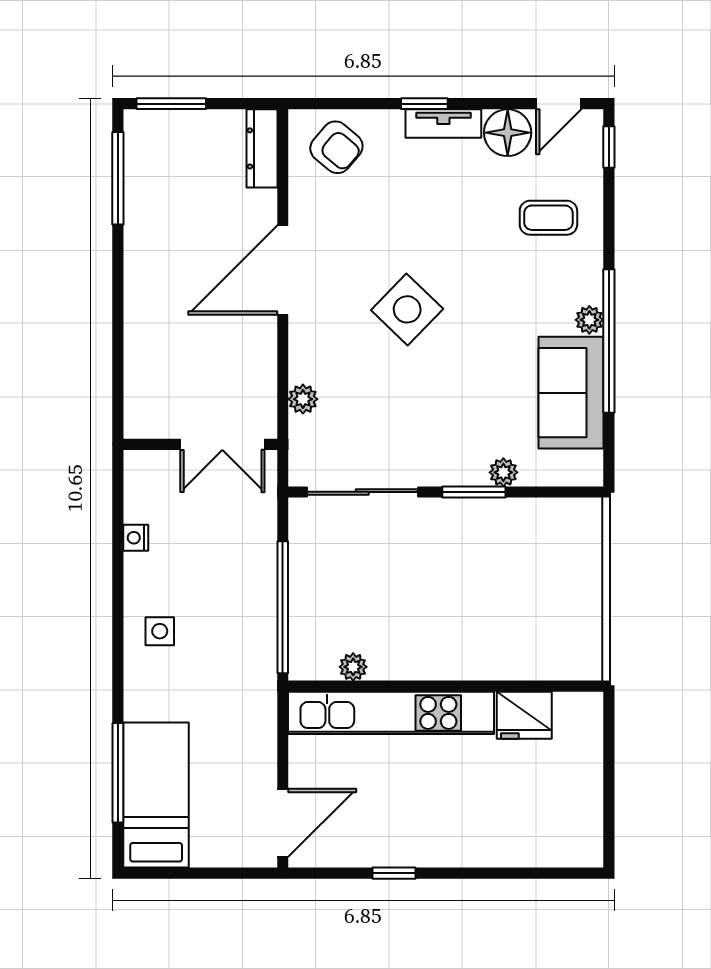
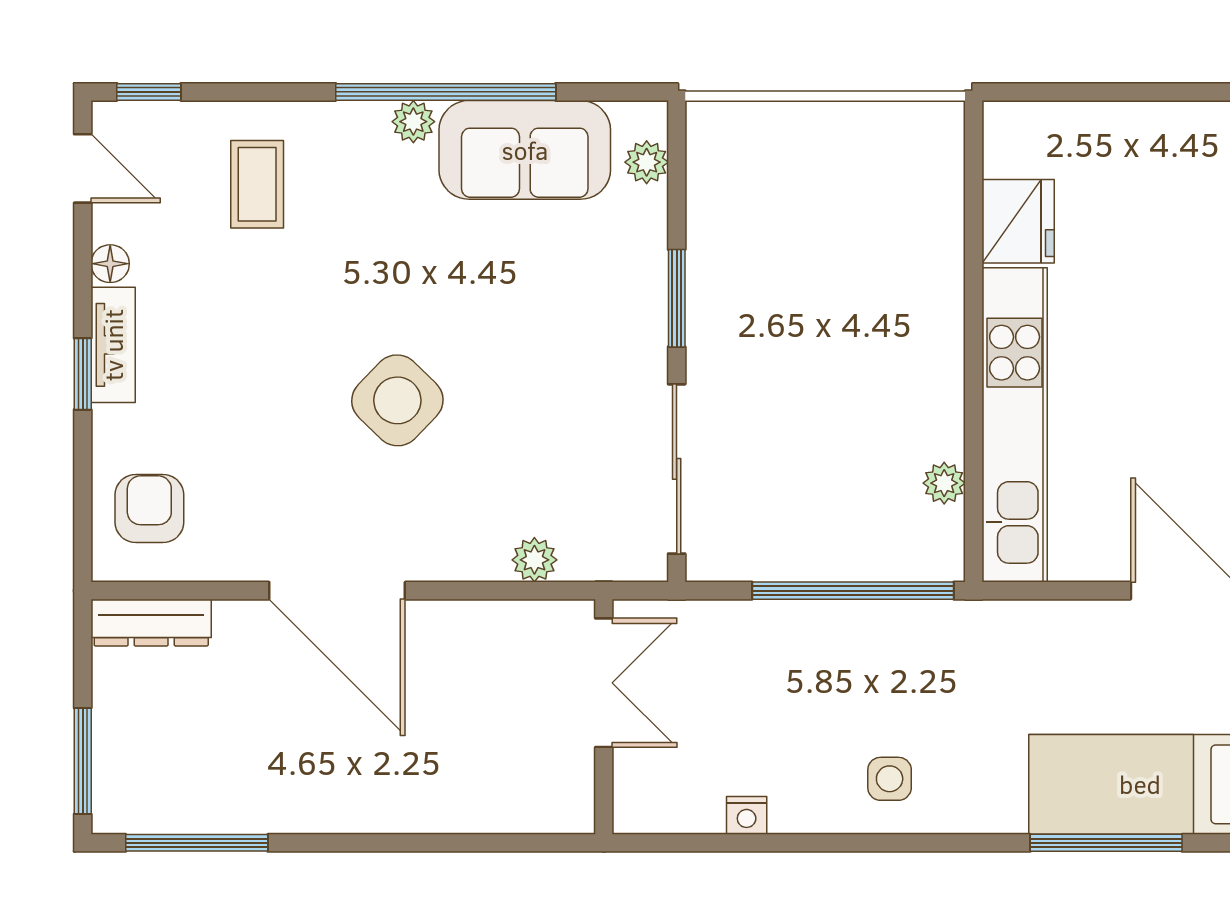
floor lamp: (508, 133) -> (110, 264), width x0.53, depth x0.53
armchair: (336, 147) -> (149, 509), turned -40
plant: (503, 472) -> (647, 162), moved

